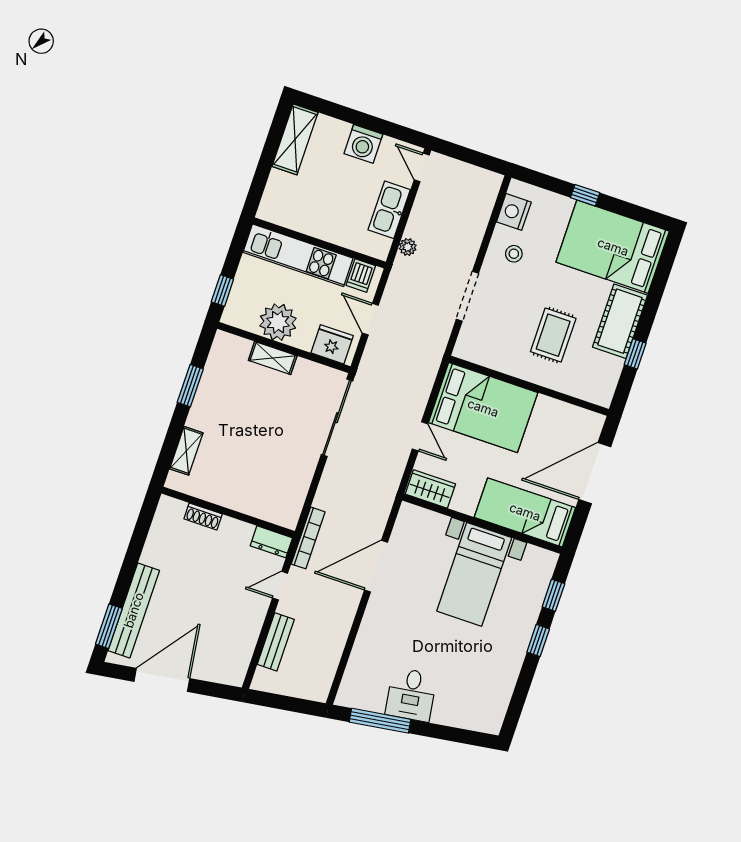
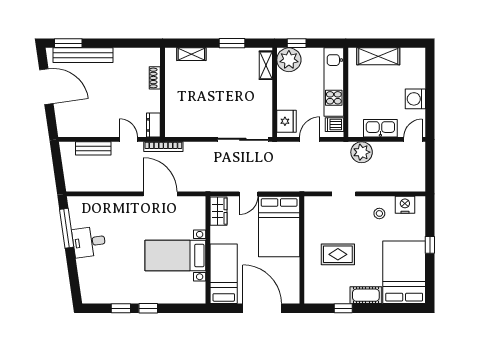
shelving: (295, 139) -> (378, 56), moved
plant: (408, 247) -> (362, 152), width x1.88, depth x1.88
doorway: (467, 296) -> (344, 194), width x0.73
cot: (620, 321) -> (366, 295), width x0.73, depth x0.75
plant: (278, 322) -> (289, 60), moved
shelving: (273, 358) -> (266, 65), moved
window: (553, 595) -> (121, 308), moved

